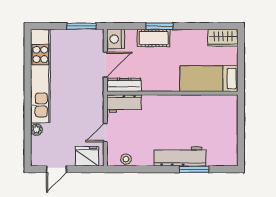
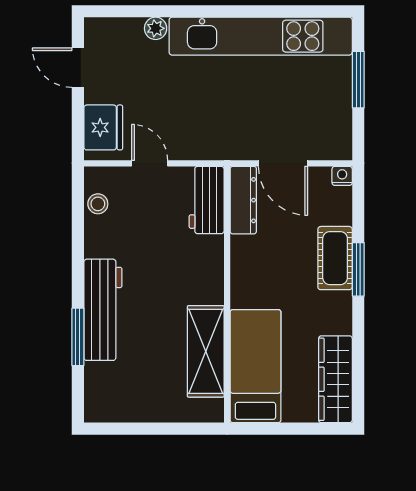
window: (81, 26) -> (358, 80), moved
wardrobe: (223, 38) -> (335, 379), width x1.50
nightstand: (116, 39) -> (342, 176), width x0.53, depth x0.56
shelving: (201, 104) -> (206, 351), added

